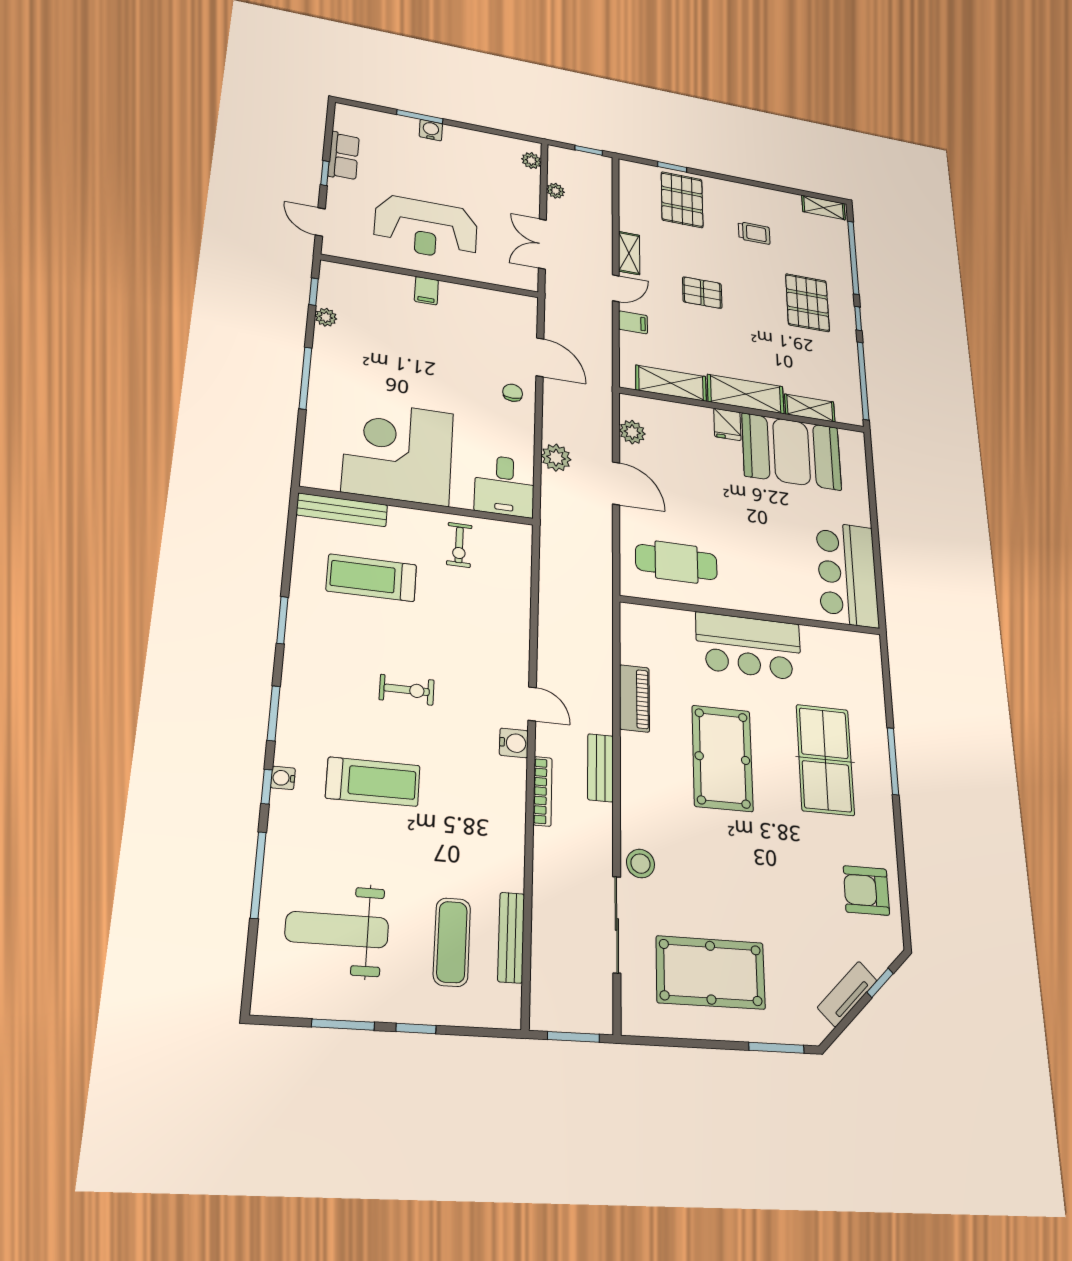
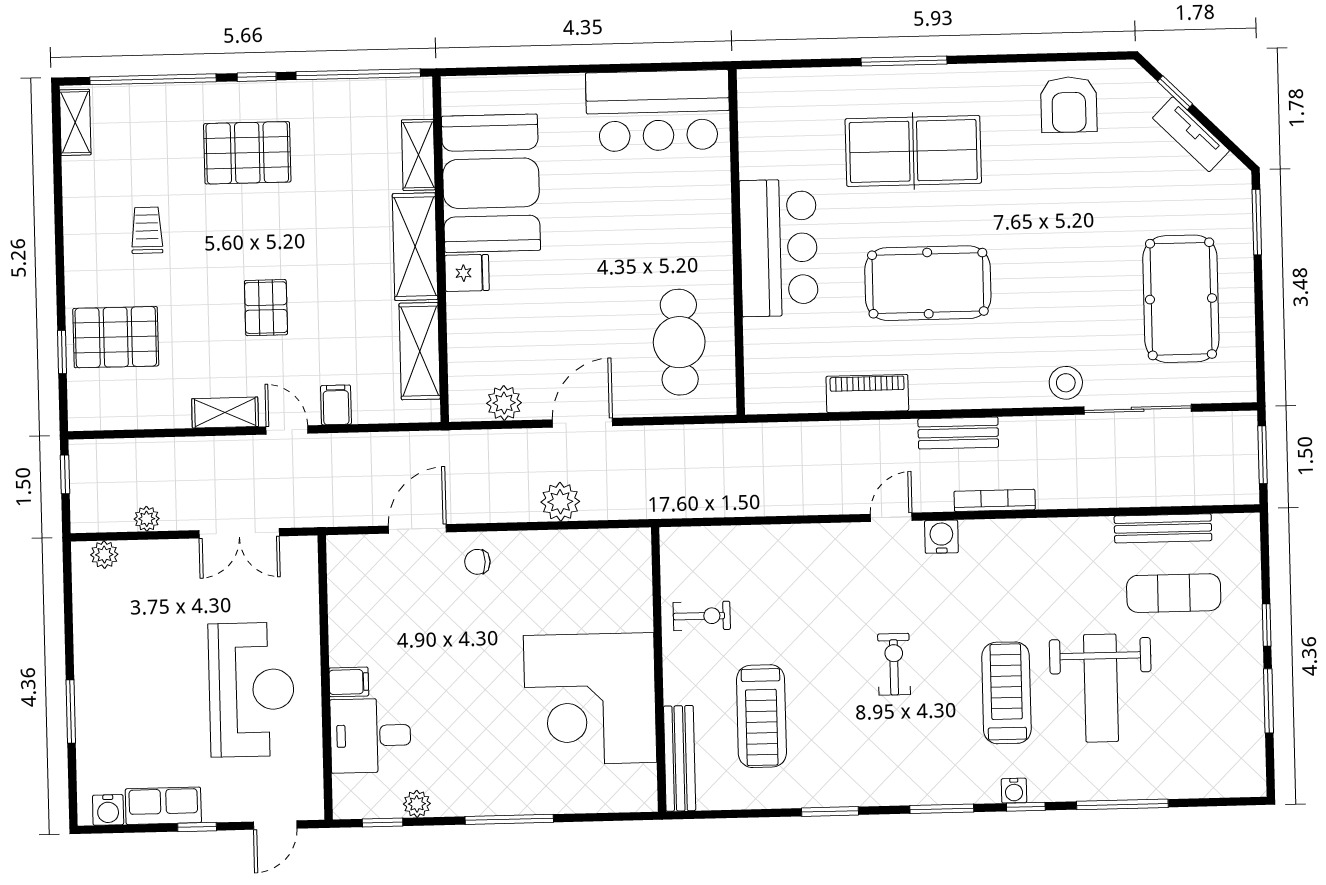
water cooler: (431, 130) -> (108, 810), moved, turned -90
desk: (504, 486) -> (371, 736), moved, turned 180
weight bench: (337, 930) -> (1101, 688), moved

